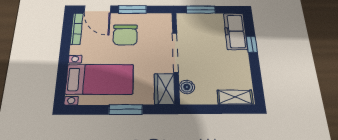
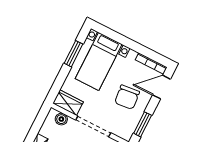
window: (133, 9) -> (143, 124), moved
chair: (125, 35) -> (127, 97), turned -96
window: (126, 110) -> (73, 54), moved

